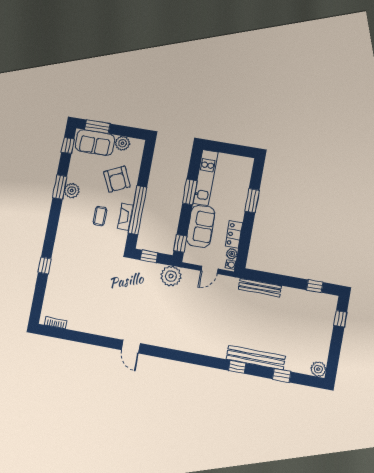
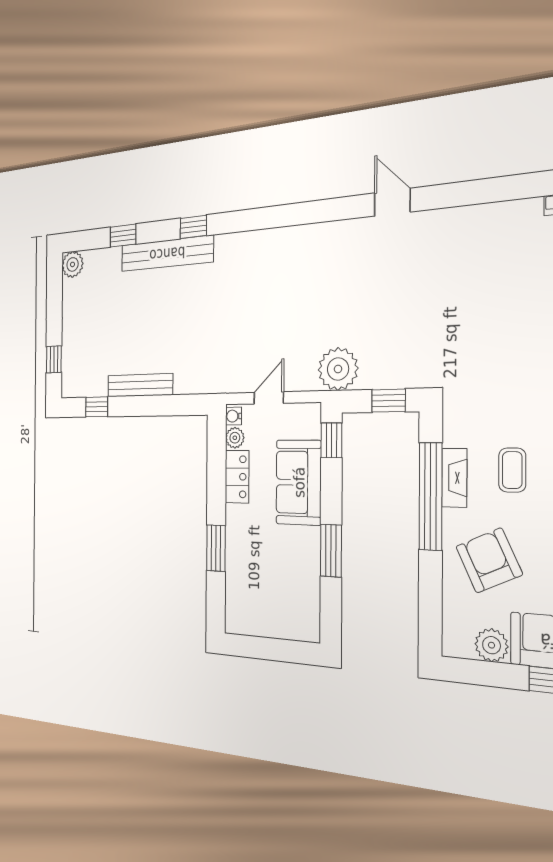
kitchen unit: (205, 178) -> (306, 585), removed
bench: (260, 288) -> (140, 385), moved

